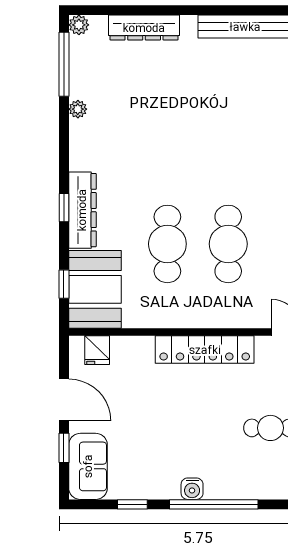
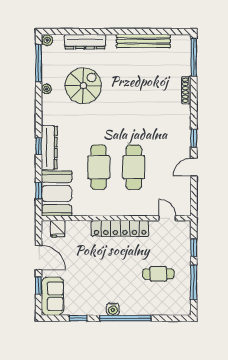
spiral stairs: (141, 103) -> (83, 86), added

